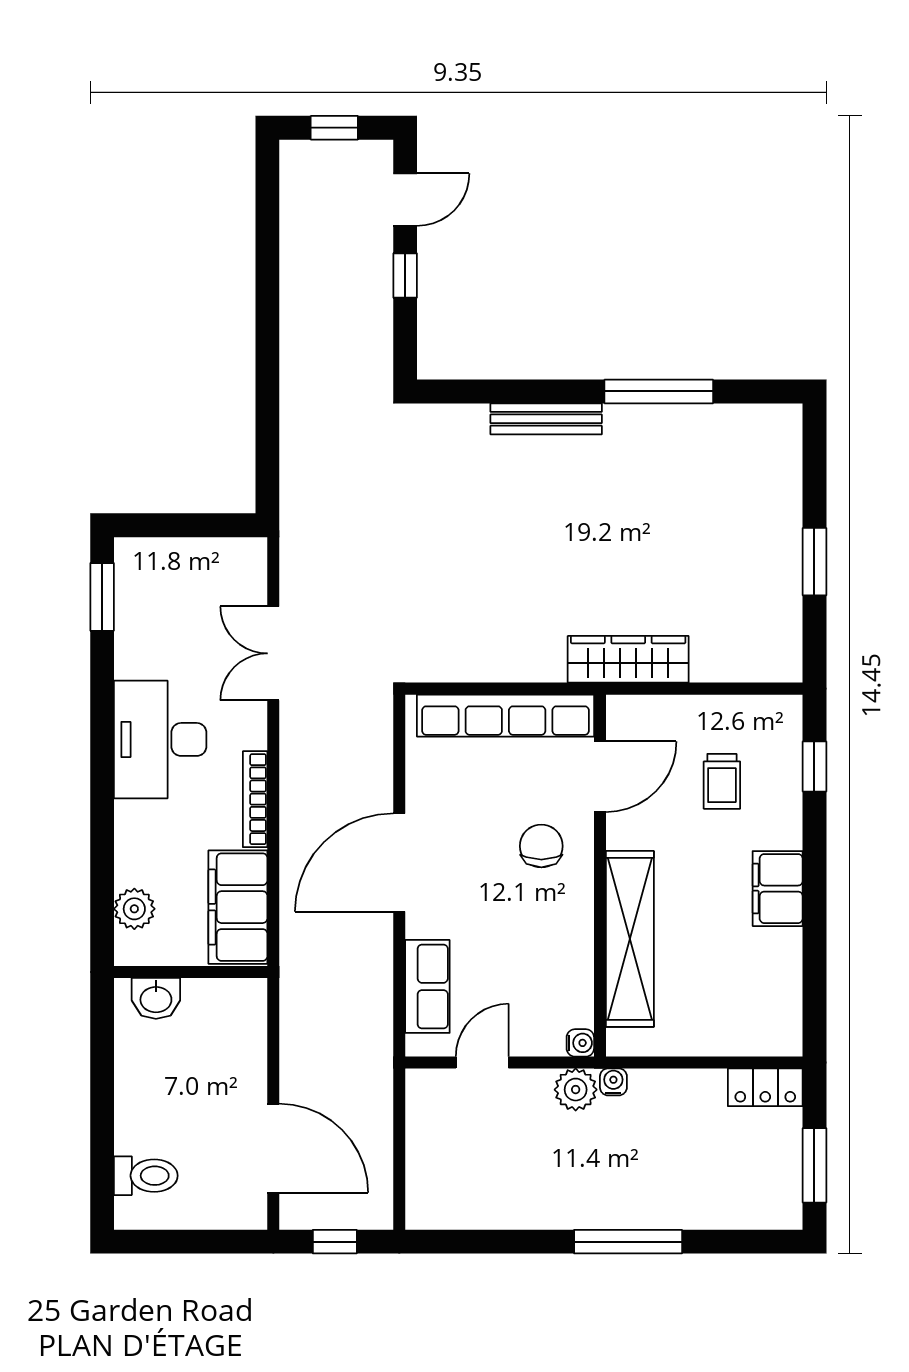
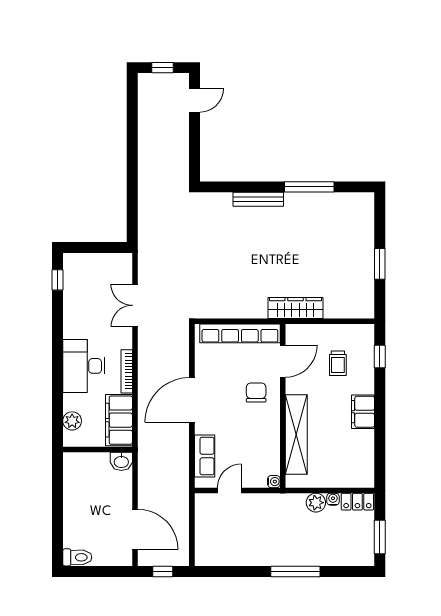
window: (405, 276) -> (195, 134), removed
window: (102, 597) -> (57, 280), width x0.67
desk: (160, 739) -> (84, 366), moved
washbasin: (156, 998) -> (121, 461), moved
water cooler: (613, 1082) -> (333, 499), moved
plant: (576, 1090) -> (316, 503), moved
toilet: (146, 1176) -> (77, 557), moved

